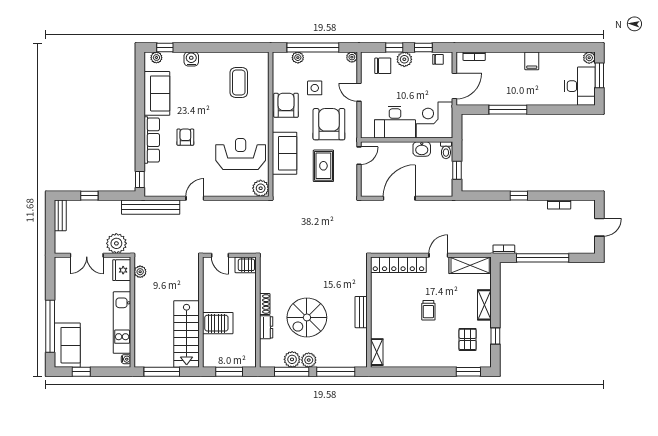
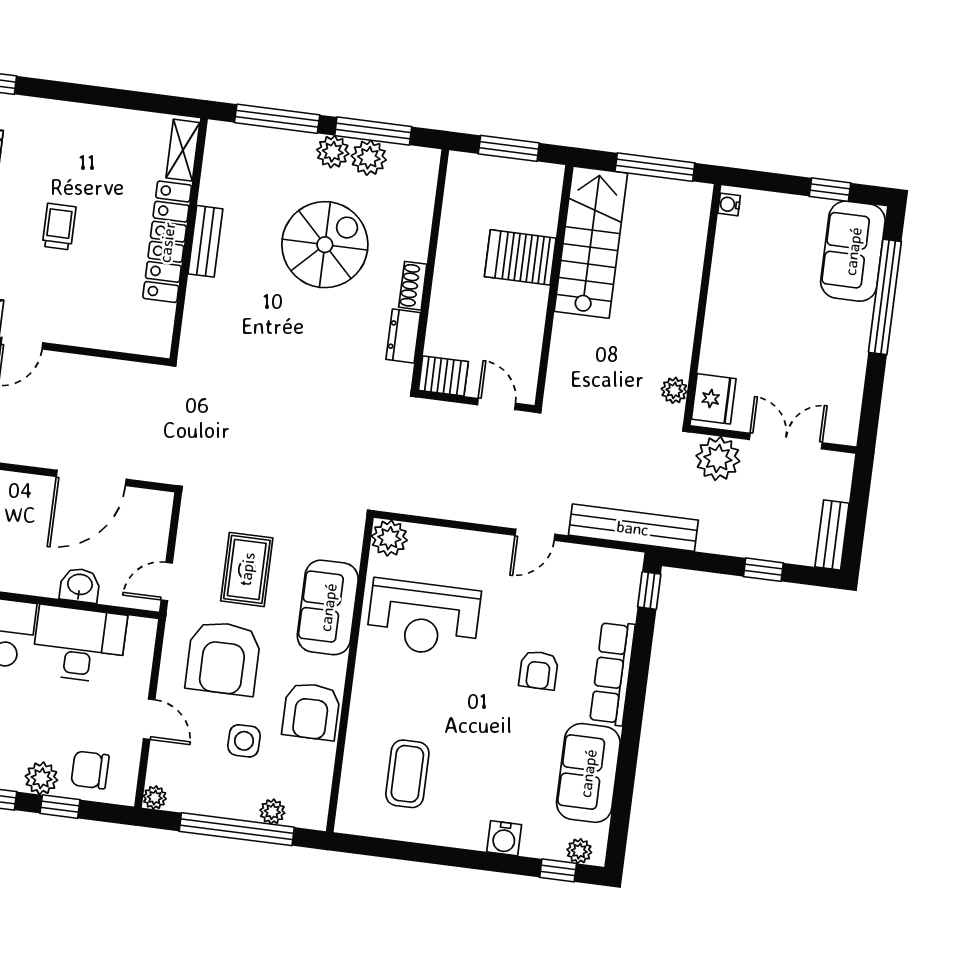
washbasin: (422, 149) -> (80, 585), moved
locker: (398, 265) -> (167, 242), moved, turned -90
kitchen unit: (122, 323) -> (728, 285), removed
dresser: (266, 327) -> (403, 336), moved

